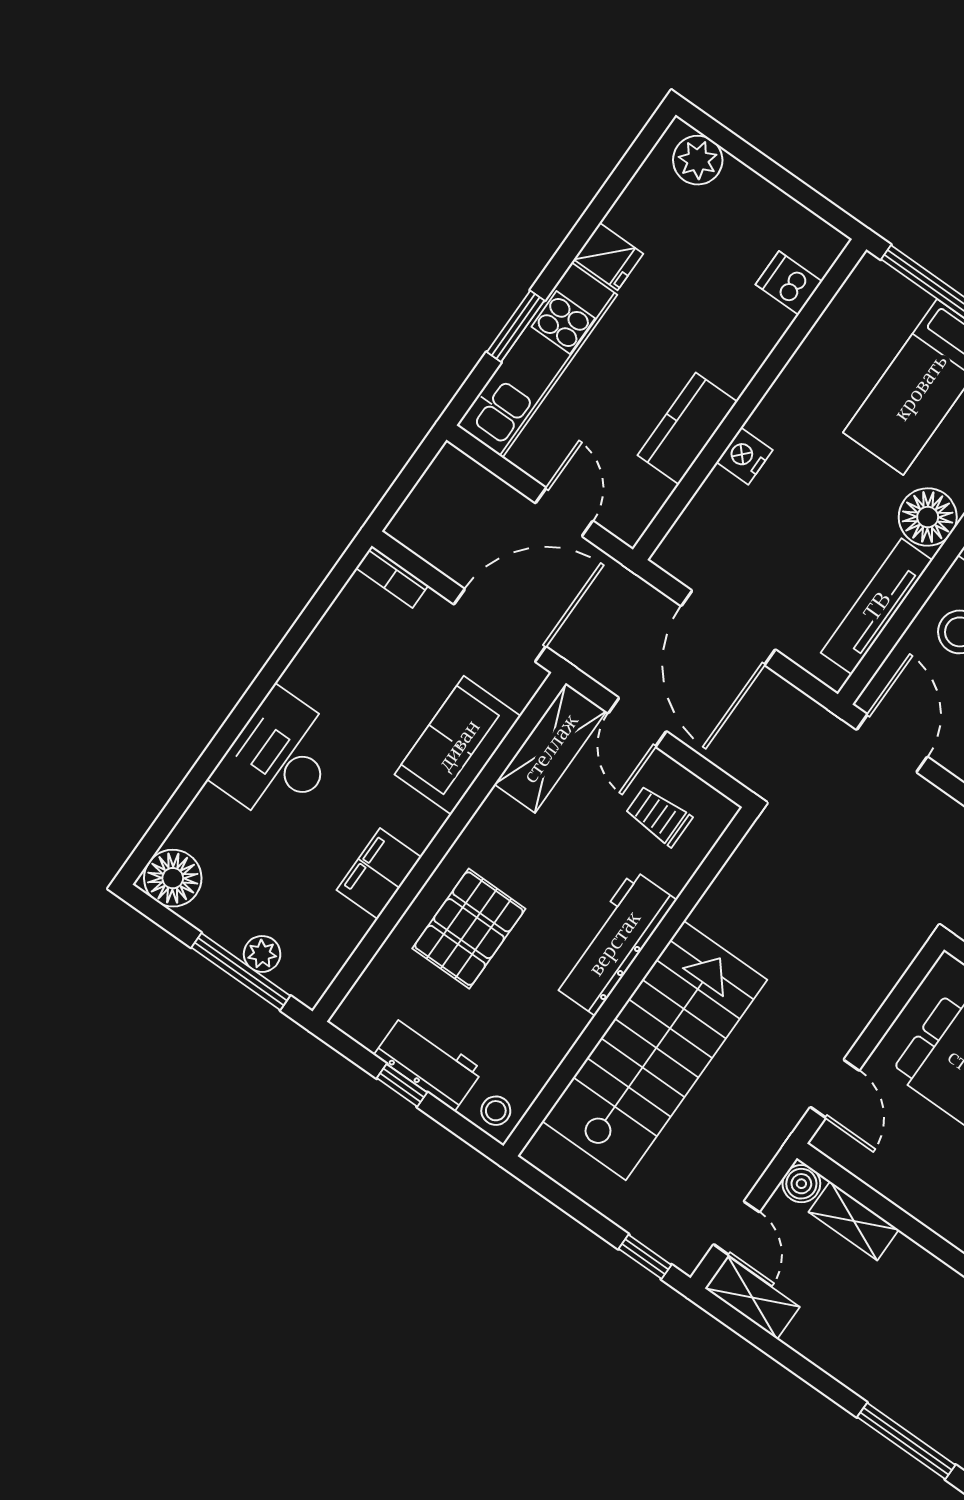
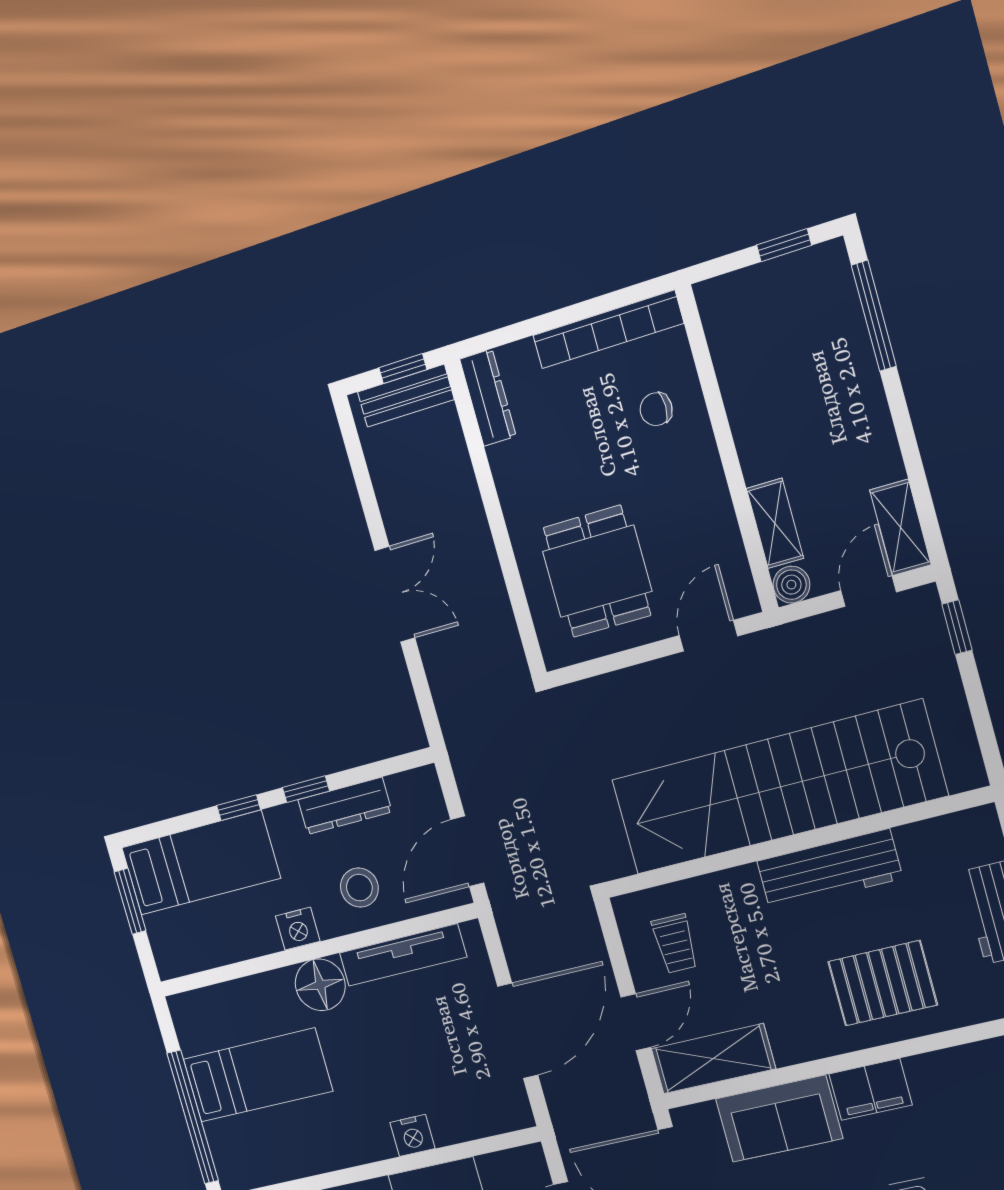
filing cabinet: (379, 874) -> (870, 1089), moved
workbench: (614, 943) -> (829, 870), moved
stairs: (655, 1050) -> (778, 788), width x1.36
stool: (496, 1111) -> (977, 833), removed

